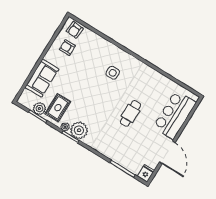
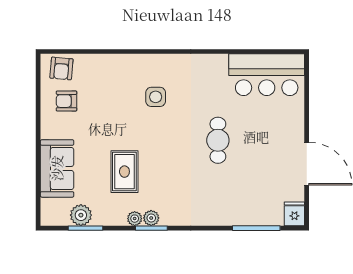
rug: (58, 108) -> (124, 172), moved
bar counter: (175, 115) -> (267, 75), moved, turned -90
plant: (79, 130) -> (151, 218), width x0.53, depth x0.53

